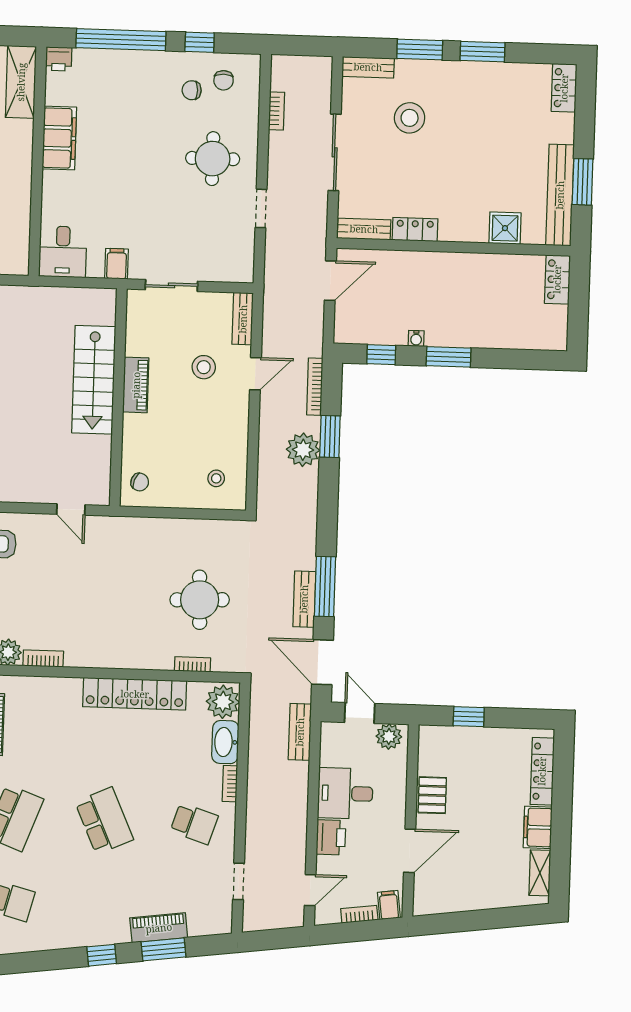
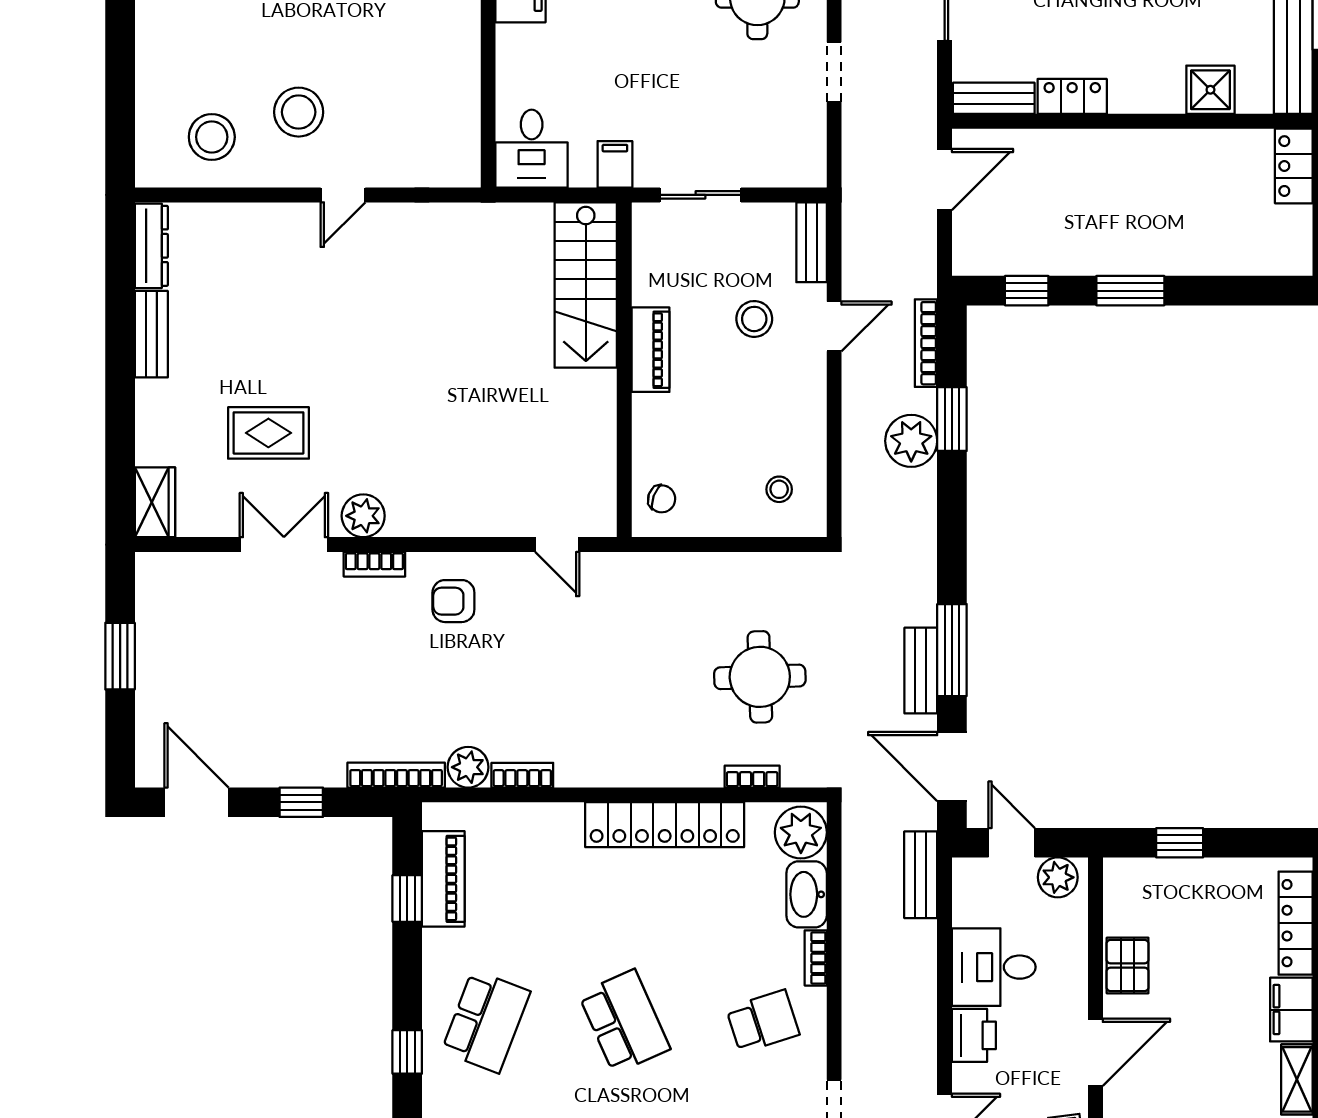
water cooler: (416, 338) -> (1079, 264), removed
stairs: (94, 380) -> (586, 285), moved
school desk: (194, 824) -> (763, 1021), turned -36

